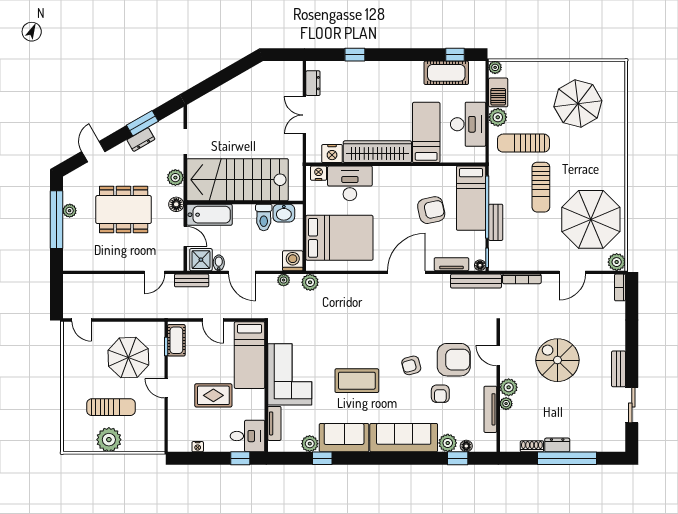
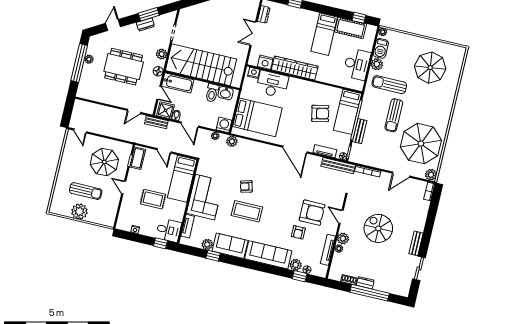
bed: (426, 132) -> (324, 34), moved, turned 180
door: (406, 272) -> (295, 150), swing flipped
armchair: (411, 365) -> (246, 186), moved

